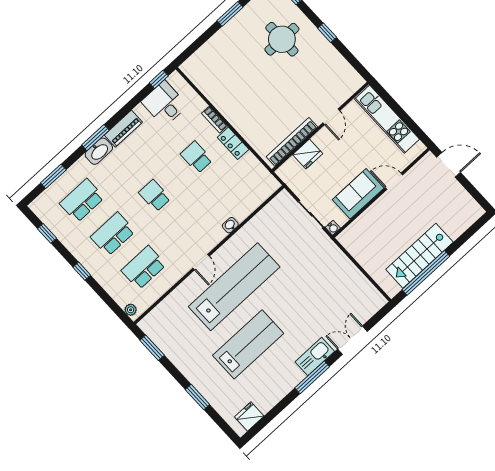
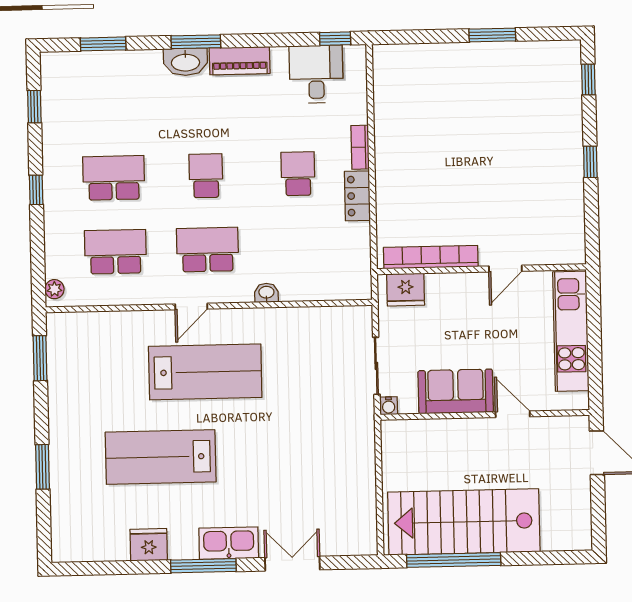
round table: (282, 39) -> (528, 122), removed
fridge: (308, 154) -> (406, 290), moved
school desk: (82, 201) -> (208, 250), moved
stairs: (419, 256) -> (464, 522), width x1.36, depth x1.51
lab bench: (234, 287) -> (205, 372), width x0.73
lab bench: (248, 344) -> (161, 457), turned 180
fridge: (249, 417) -> (149, 545), moved

